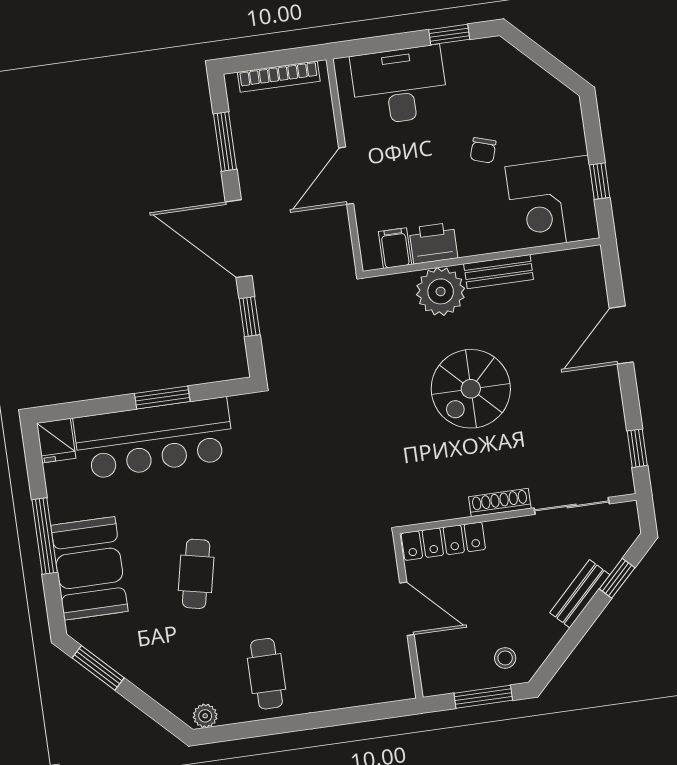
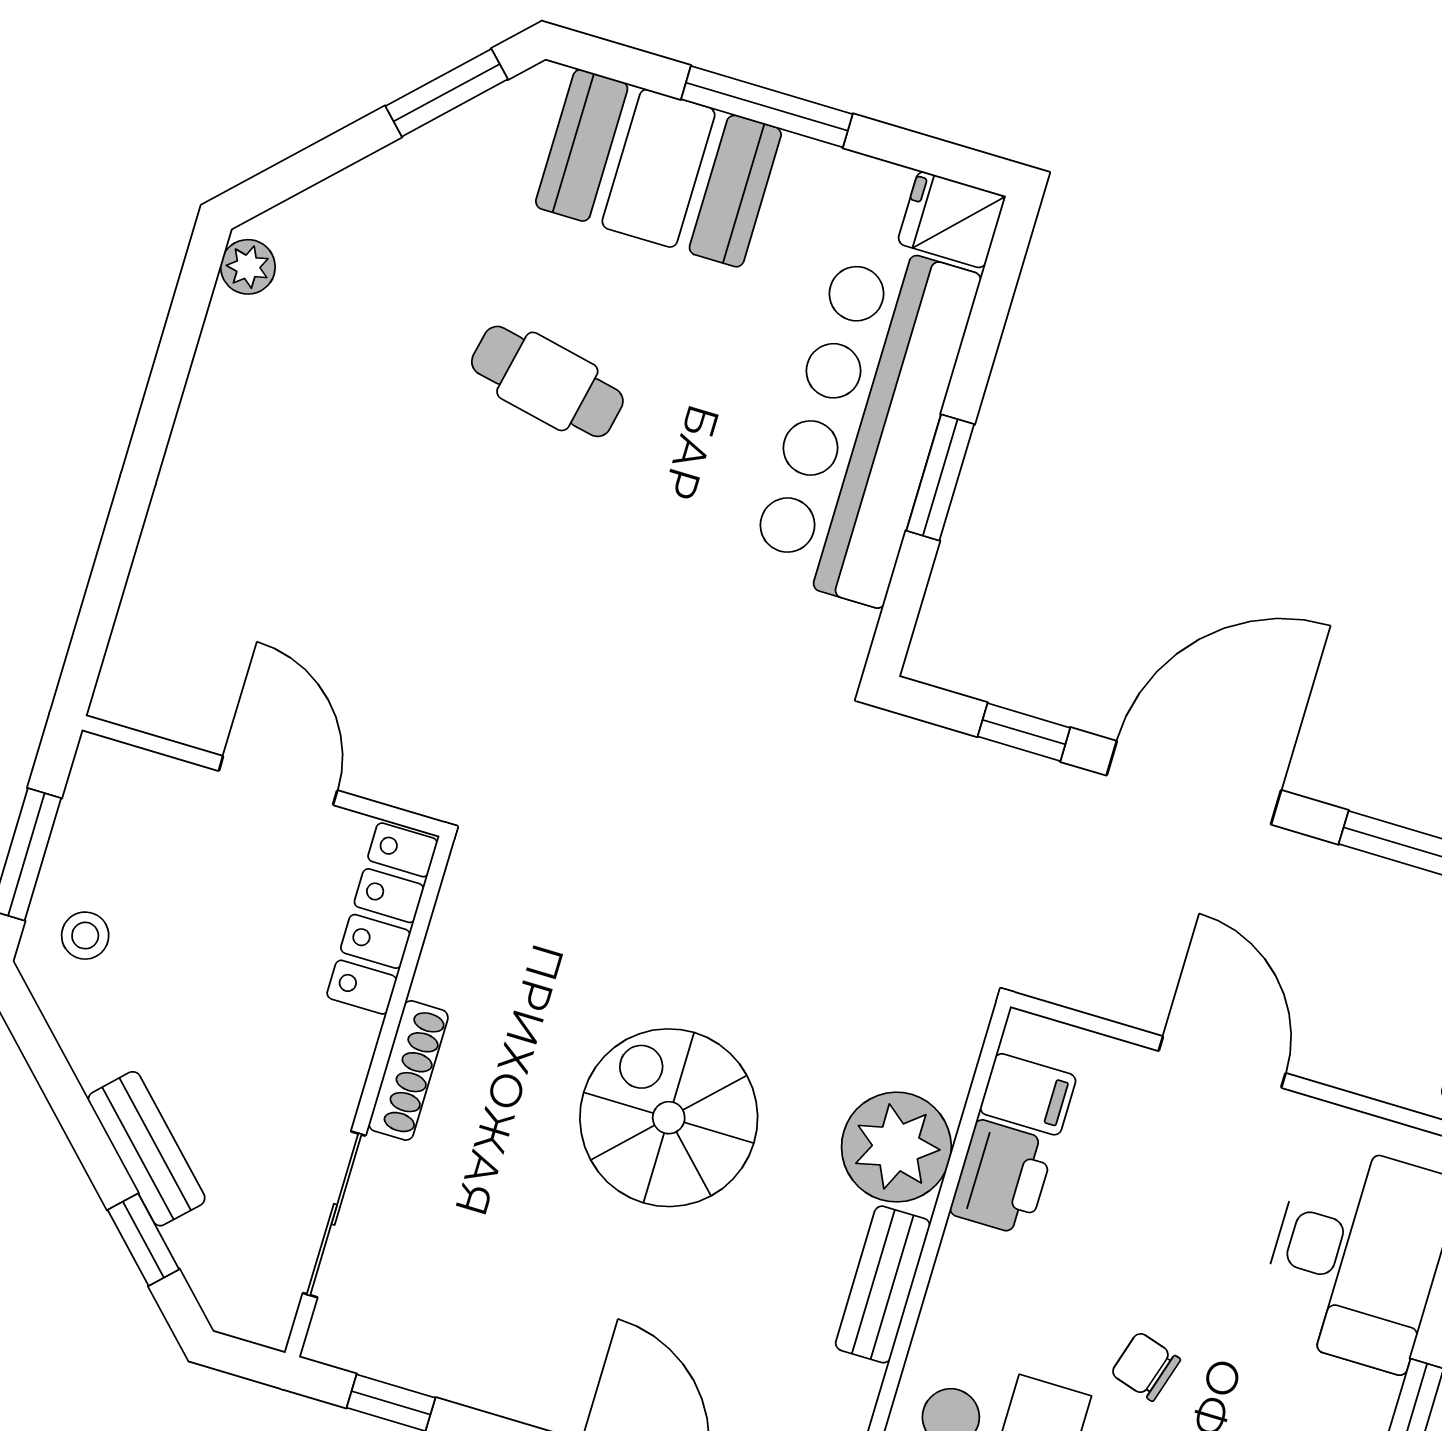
door: (407, 609) -> (278, 781), swing flipped
cafe table: (267, 674) -> (277, 432), removed

